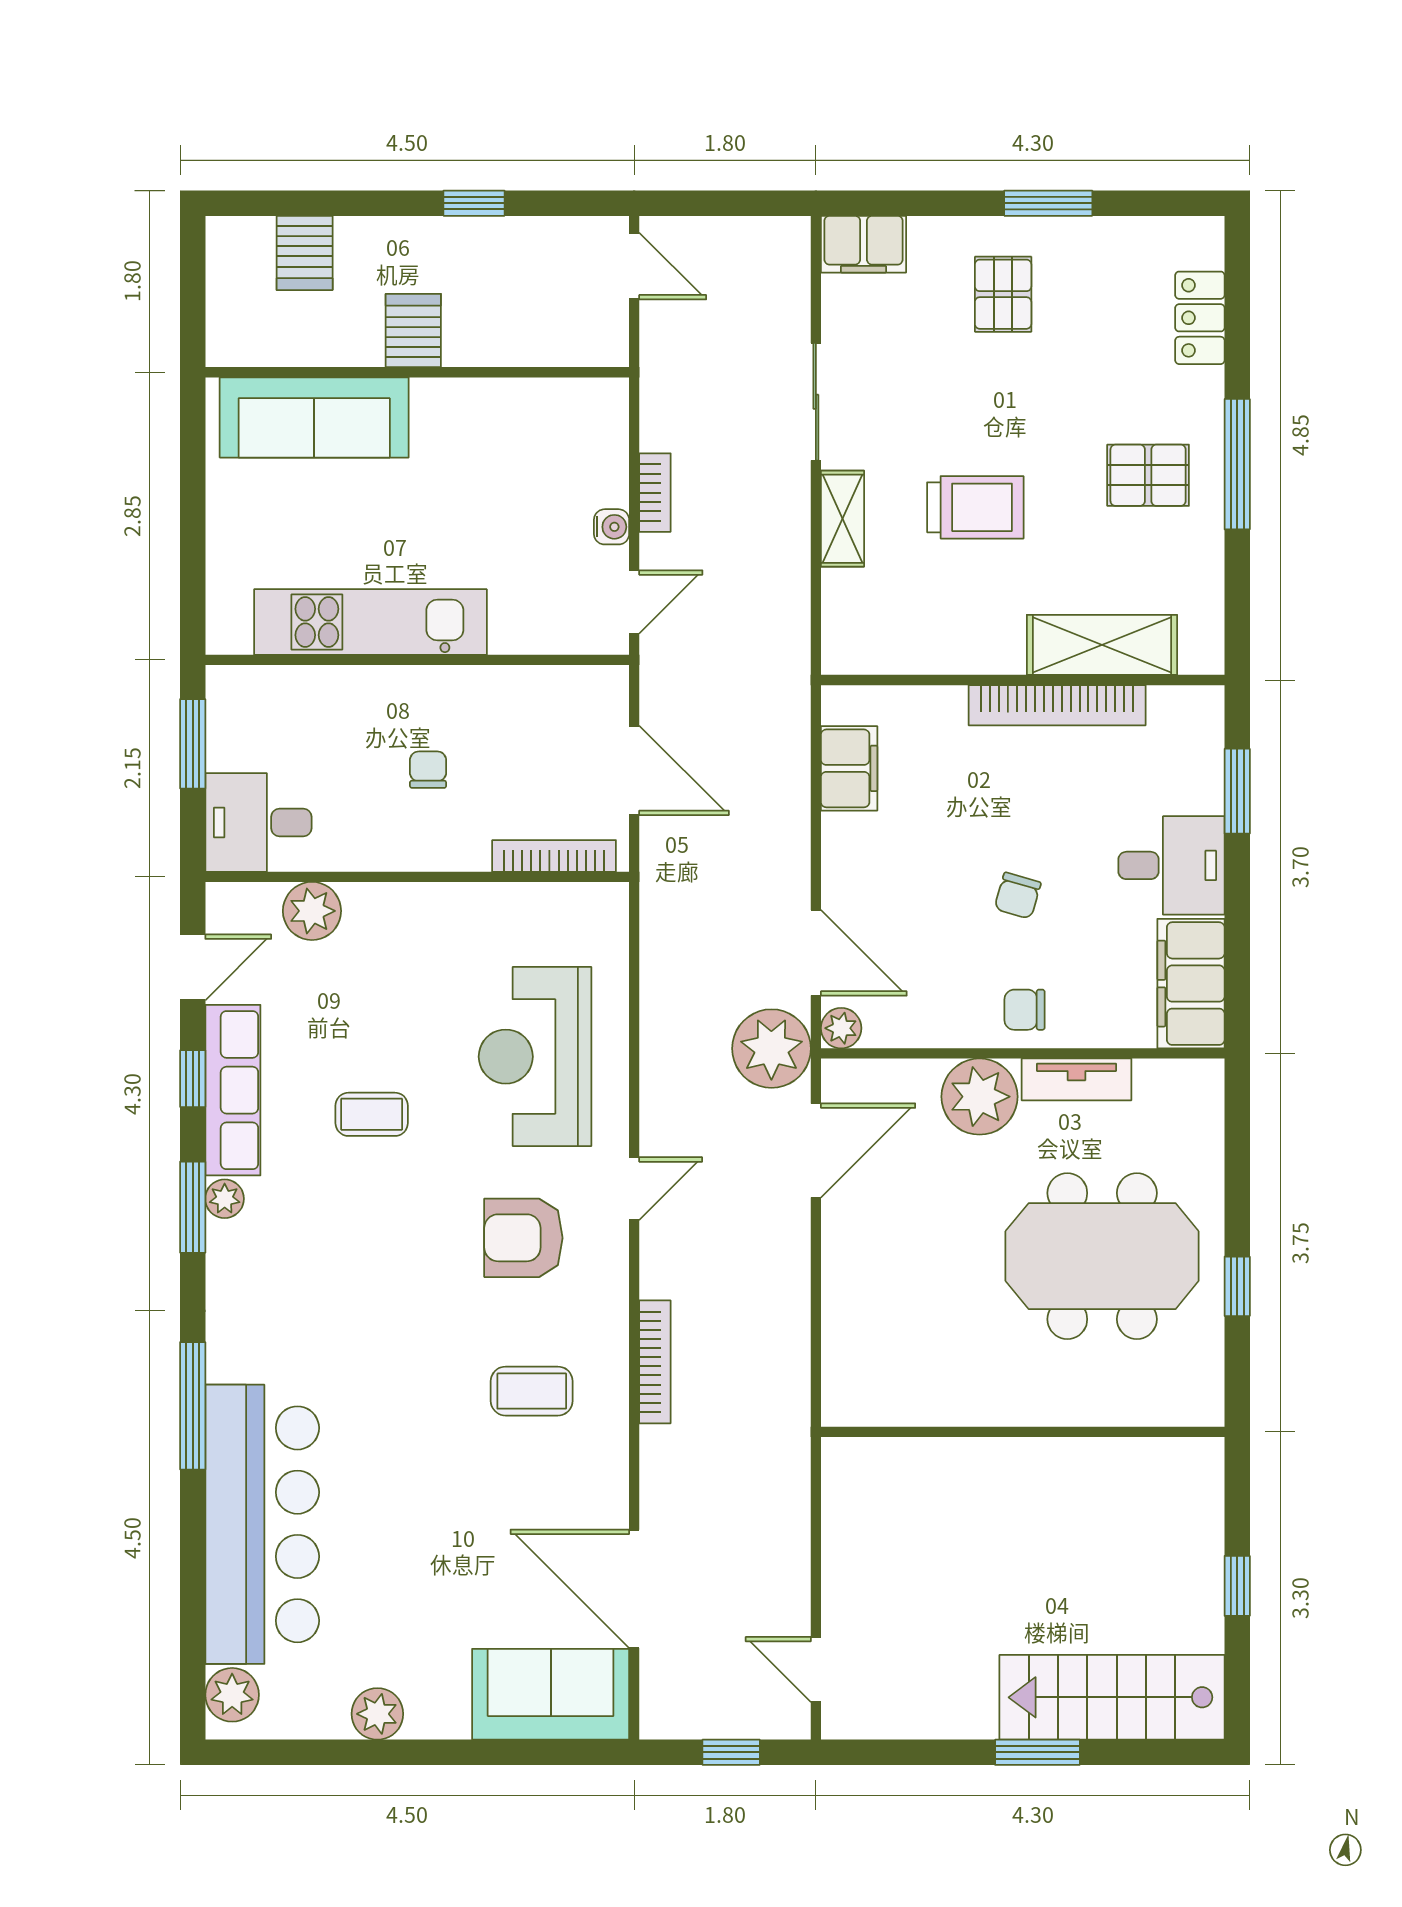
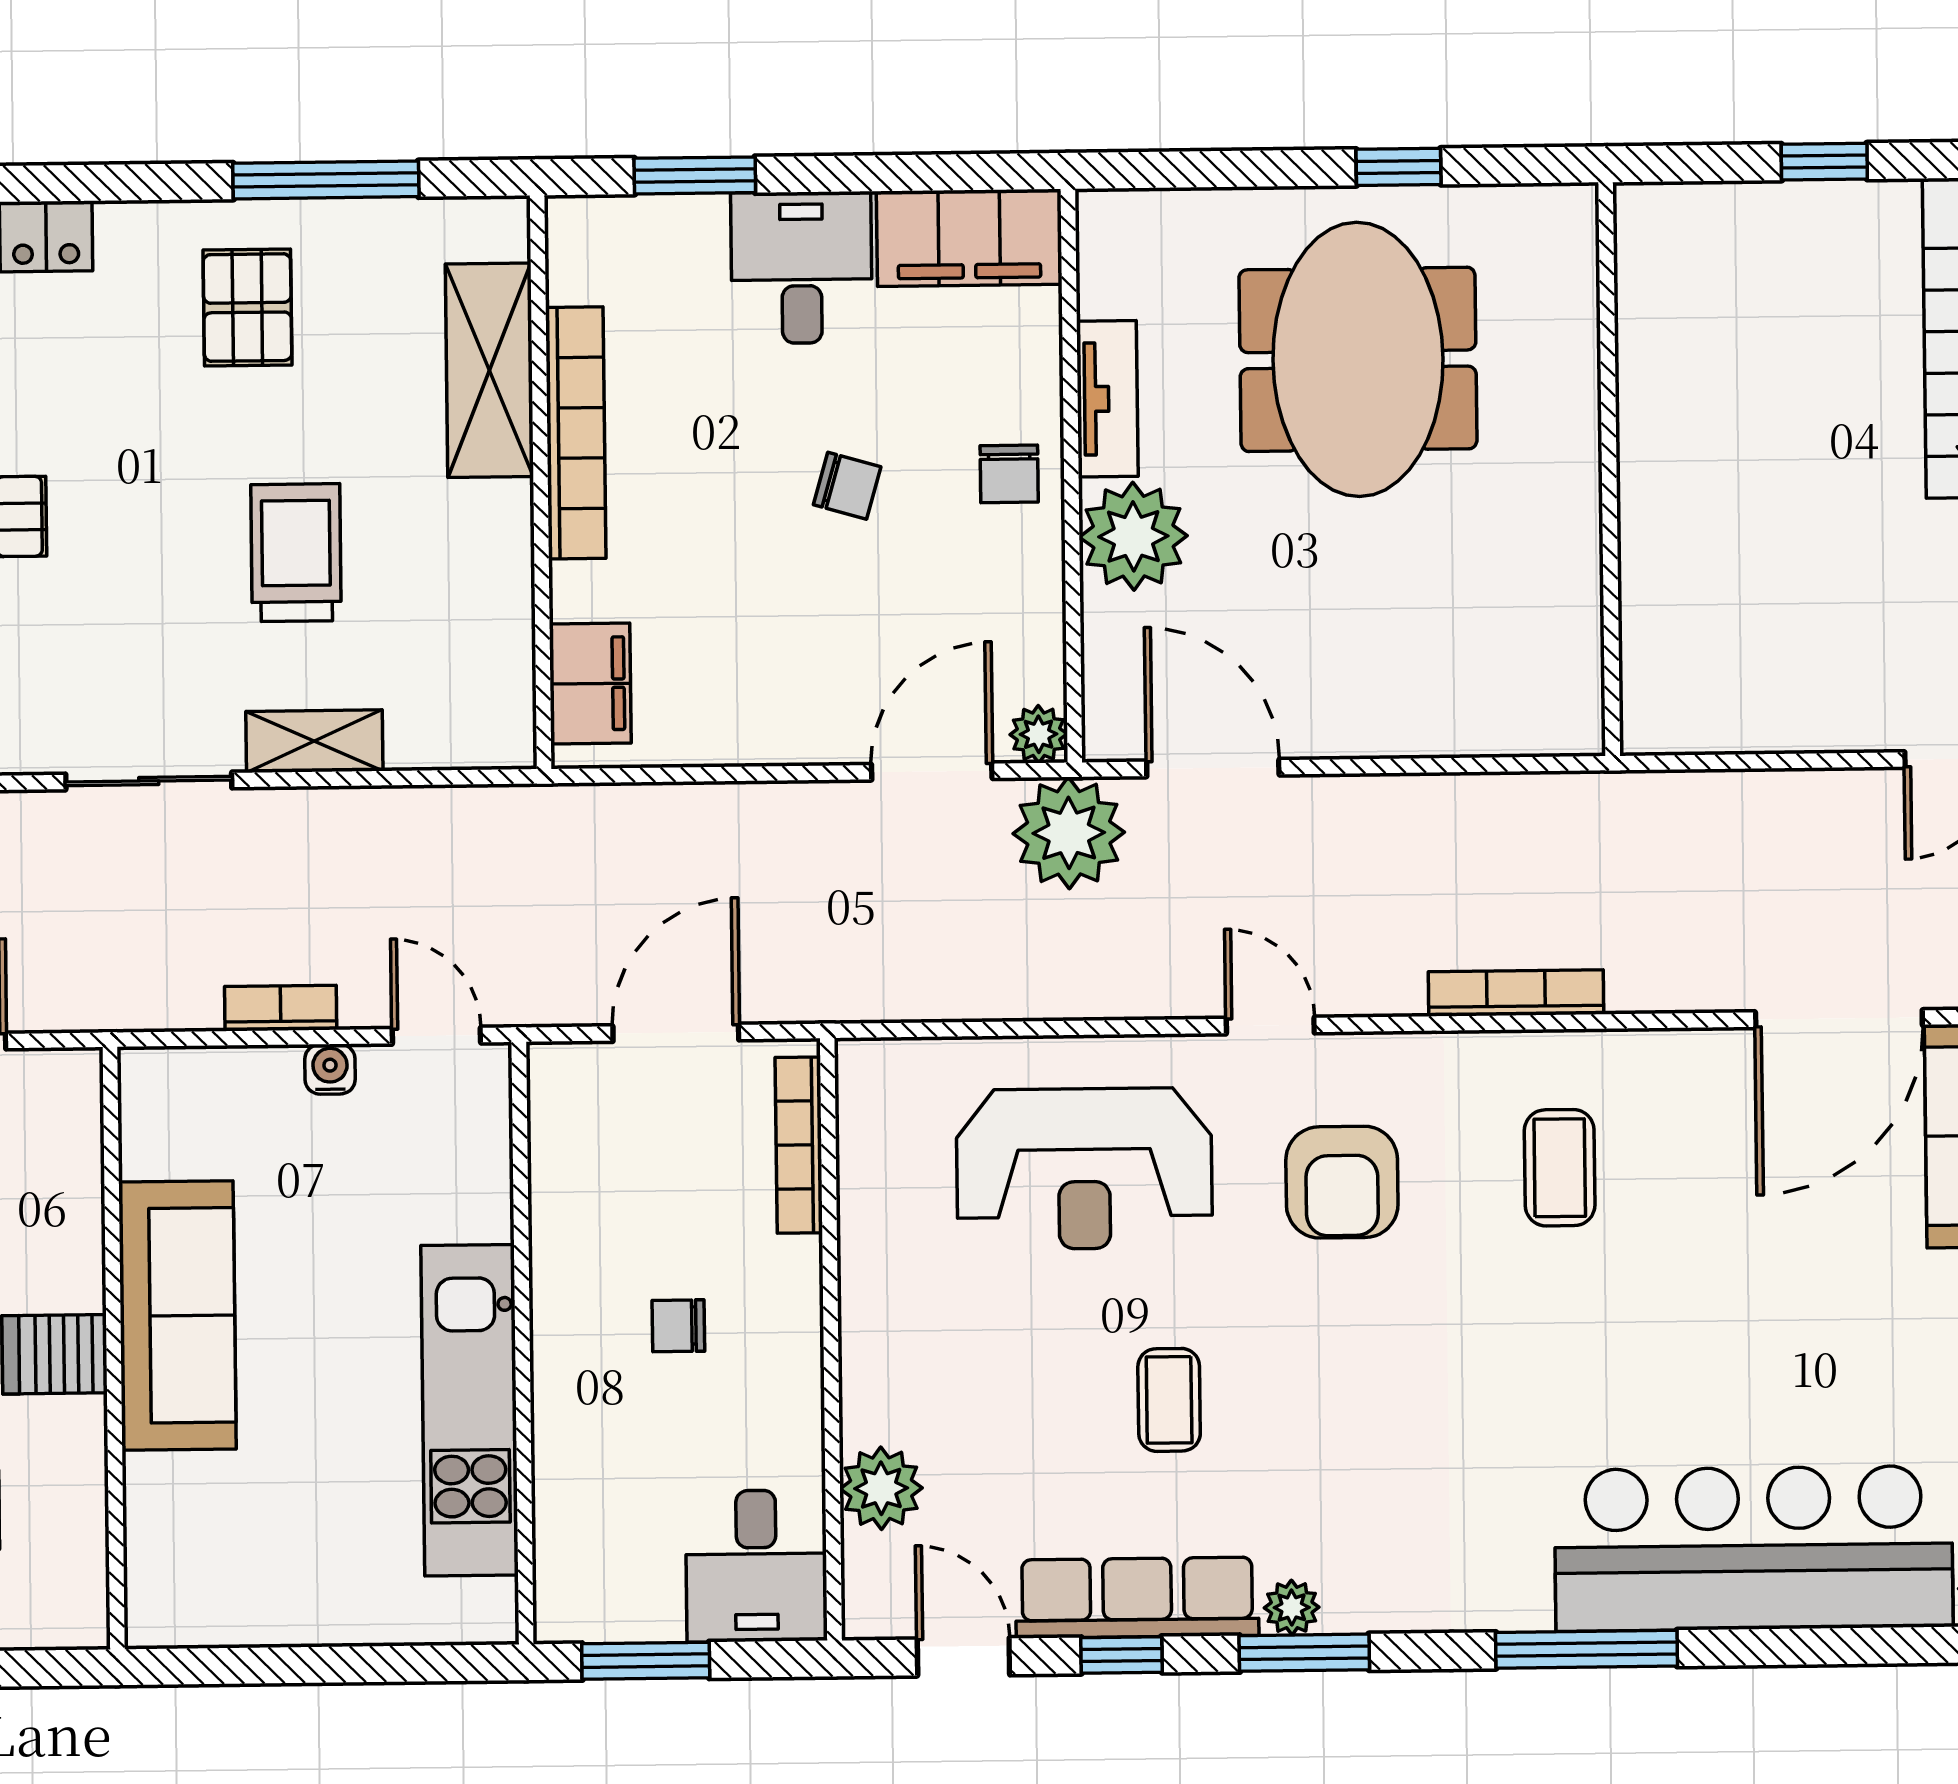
sofa: (314, 417) -> (178, 1315), moved
window: (1237, 464) -> (326, 180), moved
filing cabinet: (849, 768) -> (590, 683), moved, turned 90

